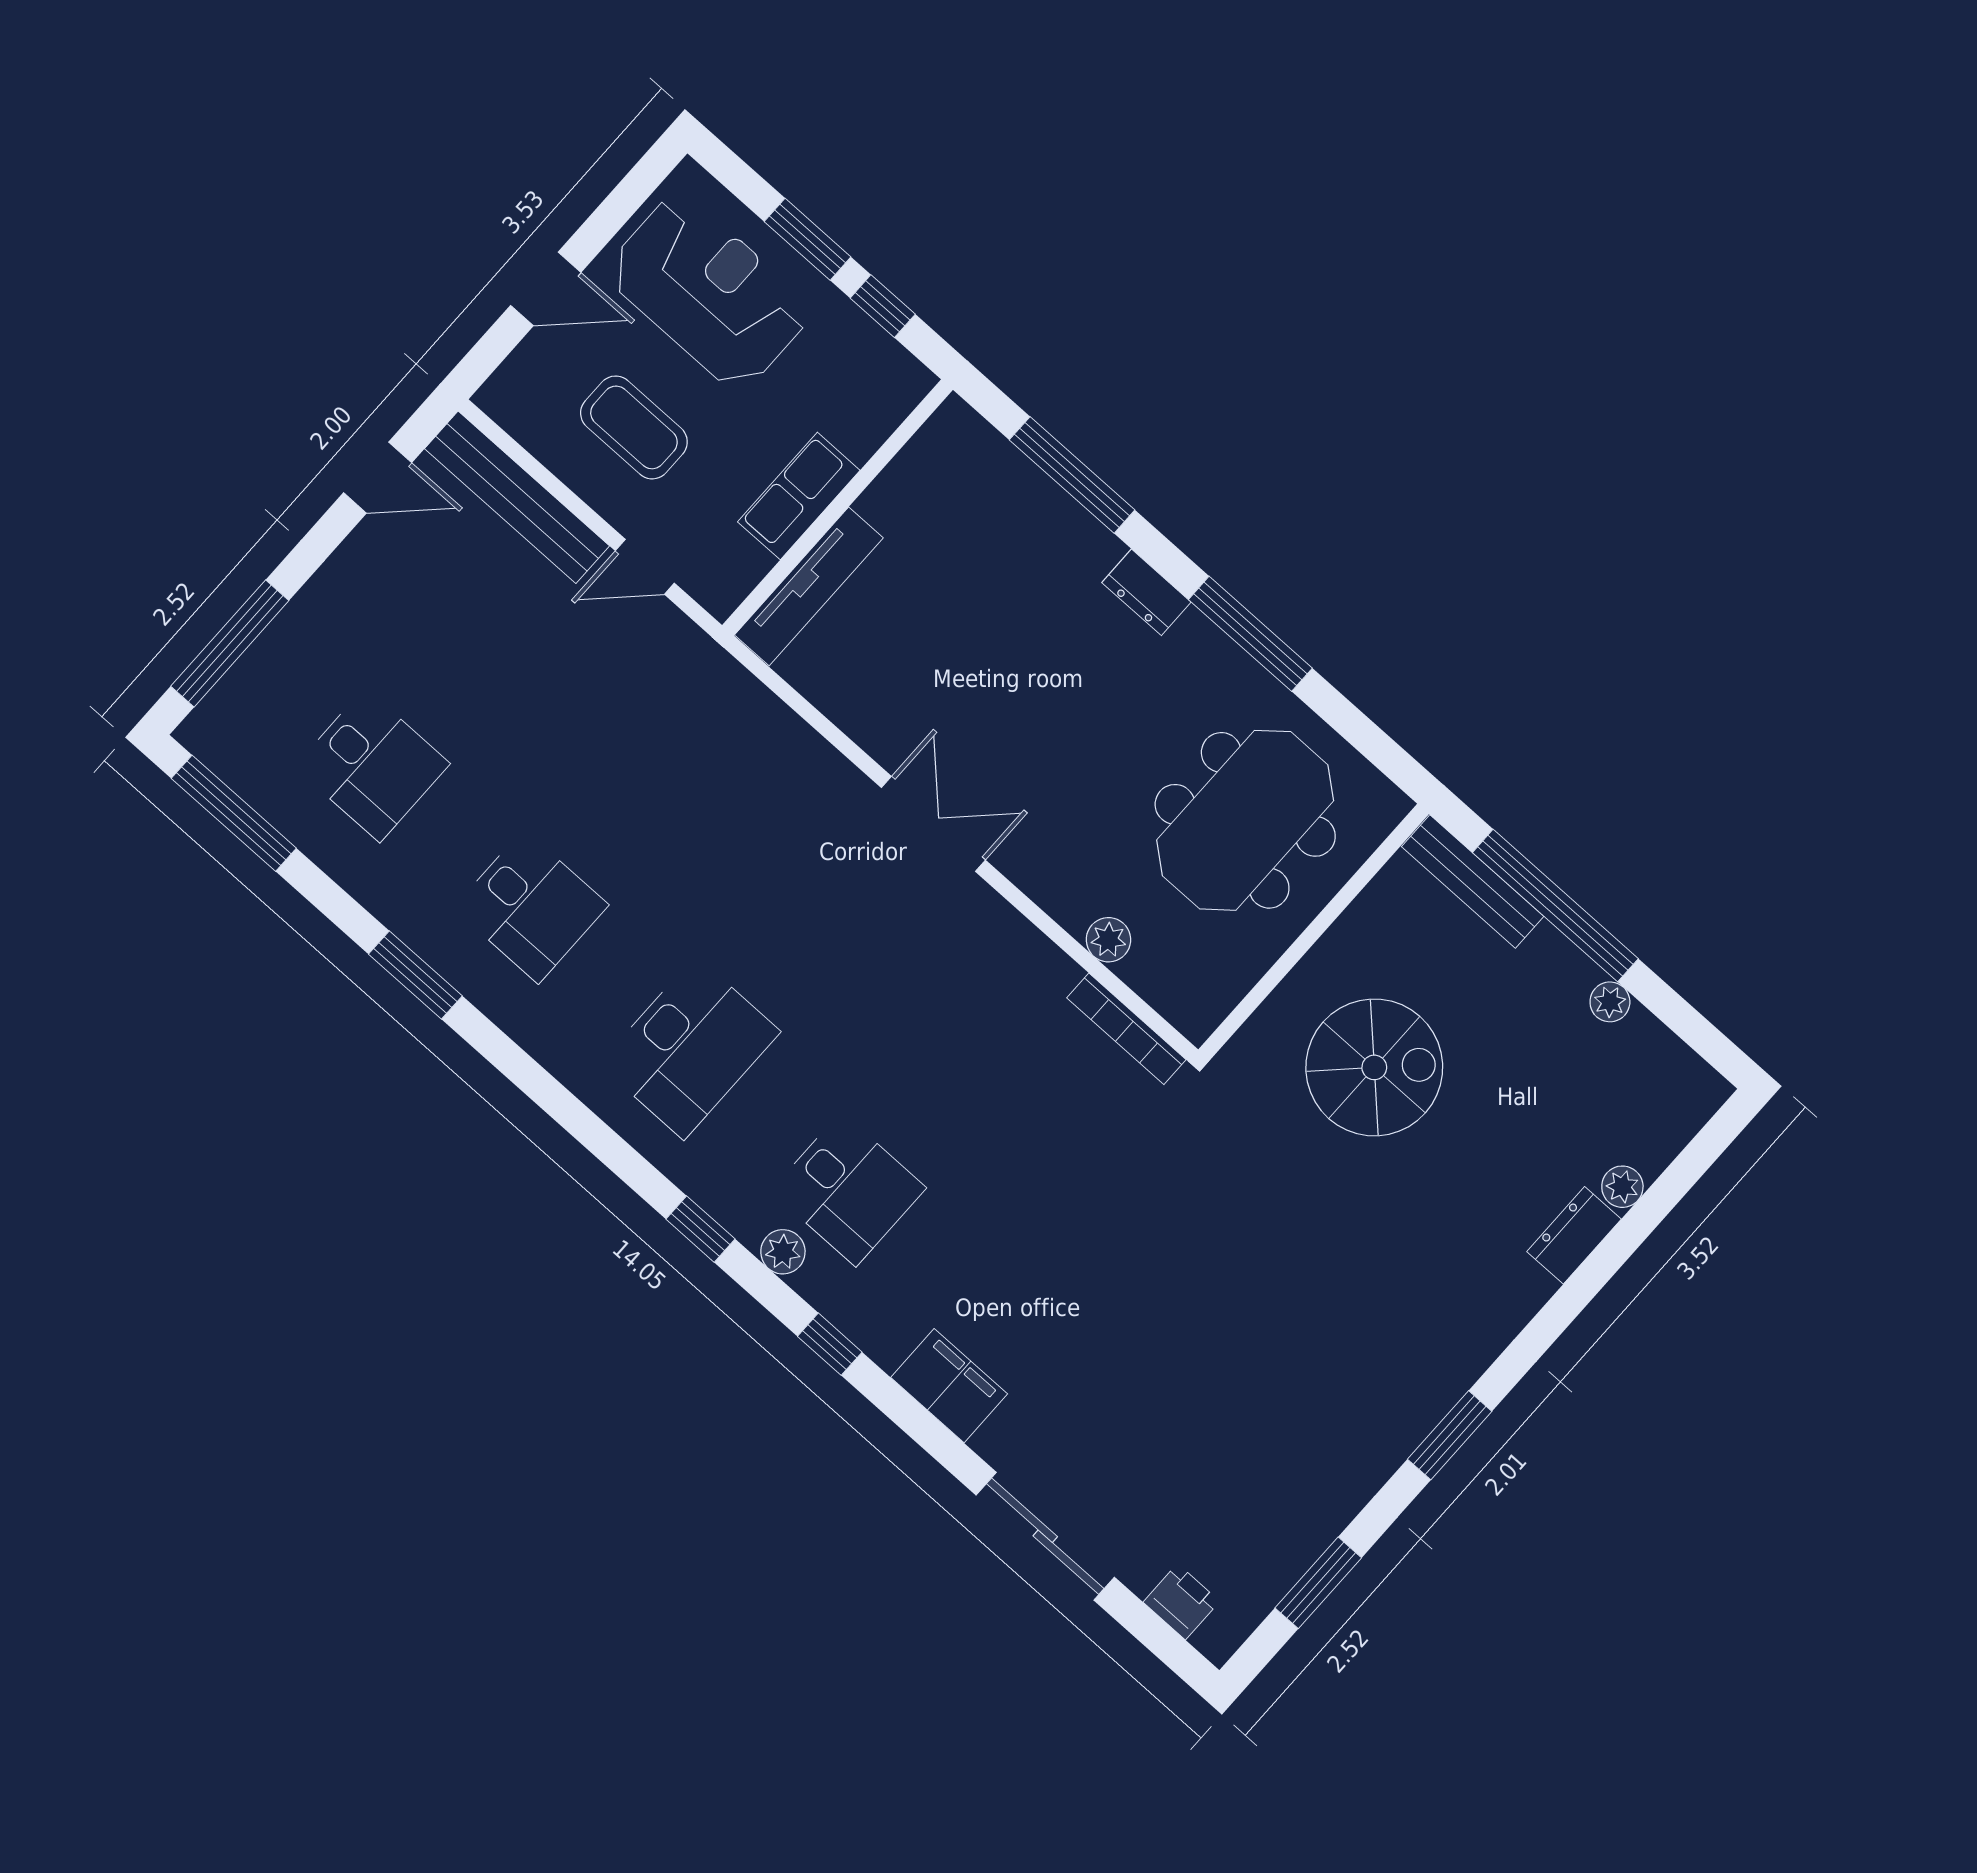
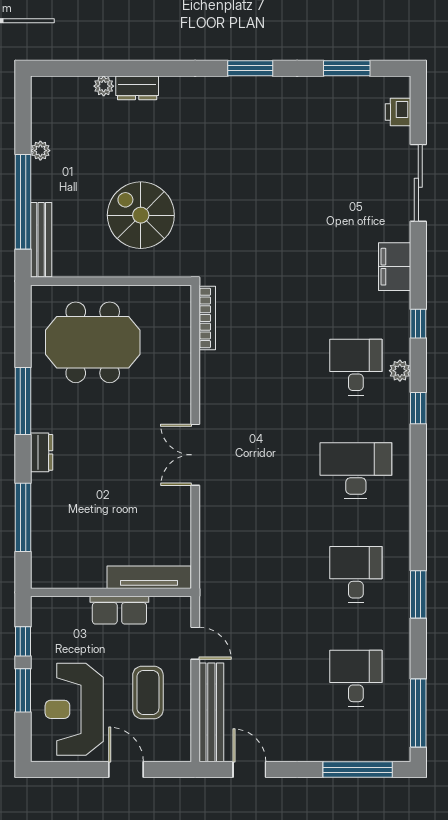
plant: (1108, 940) -> (181, 353), removed

